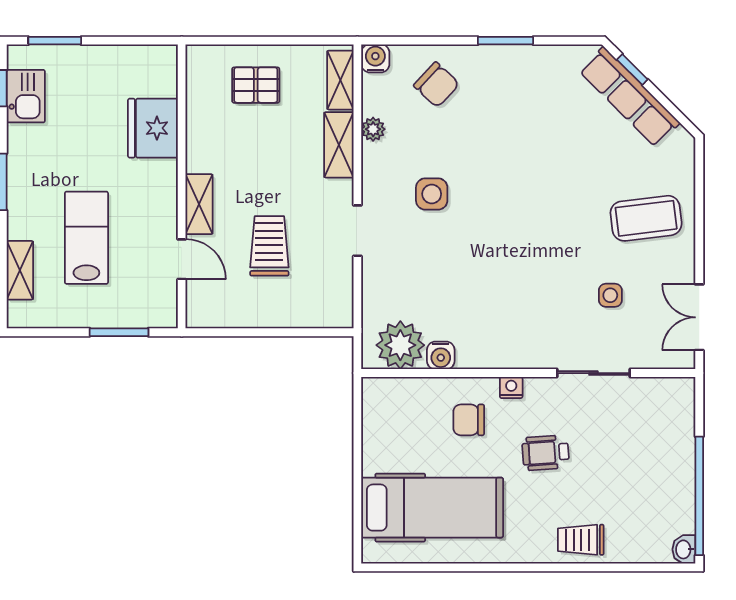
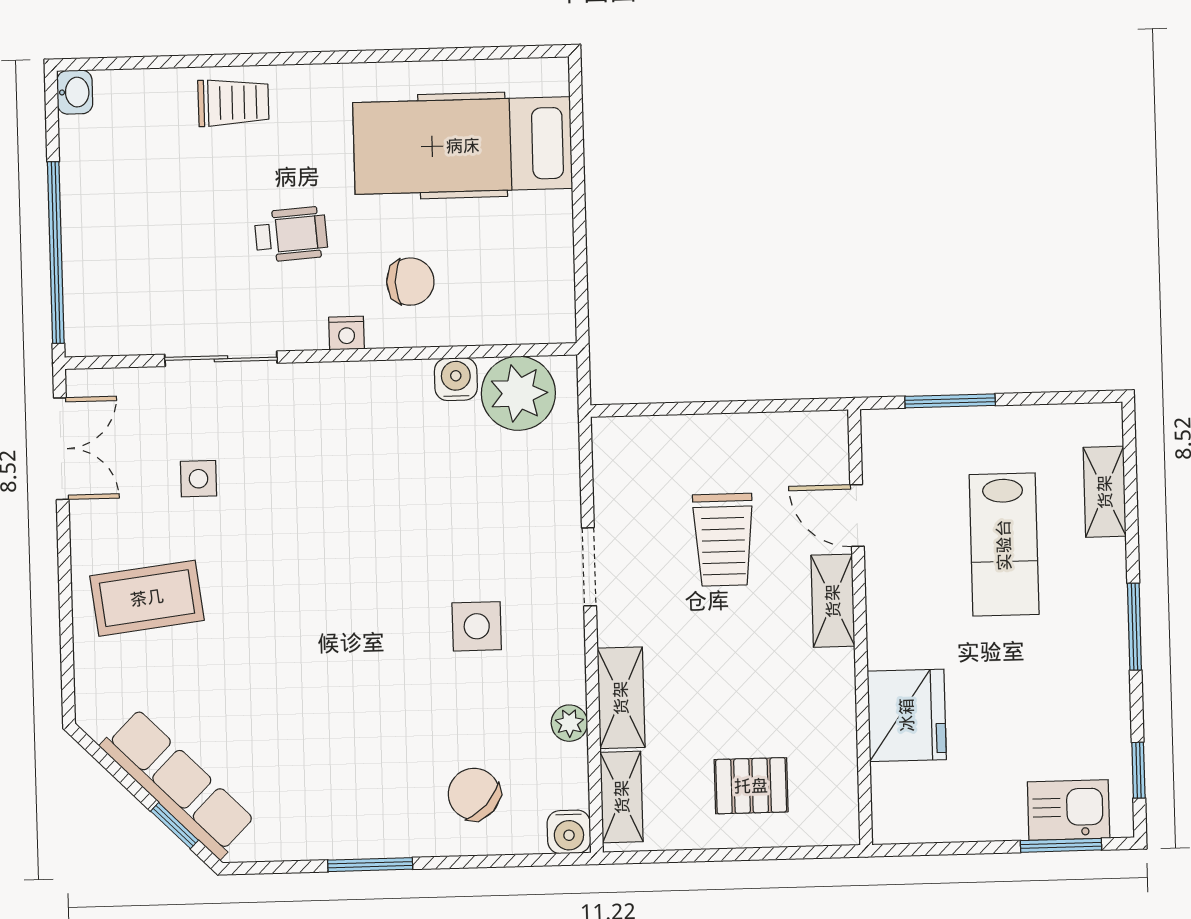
kitchen sink: (26, 96) -> (1069, 810), moved, turned 90
window: (699, 496) -> (56, 252), moved

